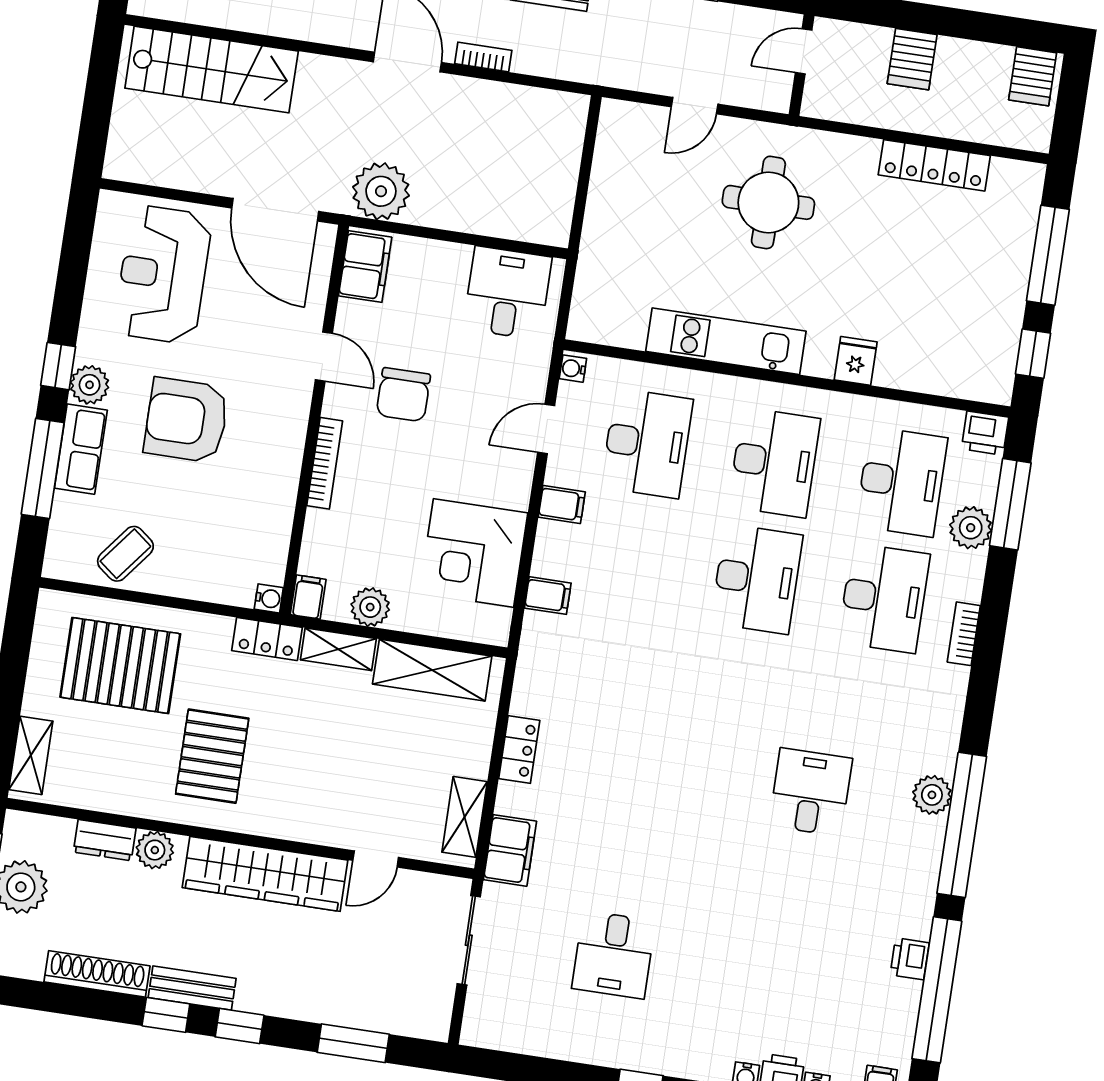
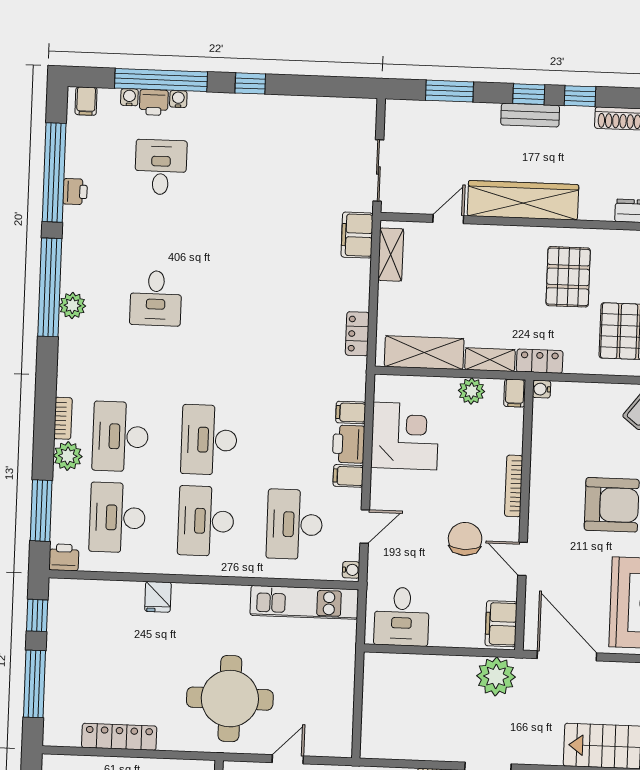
round table: (768, 202) -> (230, 699), width x1.36, depth x1.36
kitchen unit: (726, 341) -> (304, 602), moved
plant: (971, 528) -> (68, 456), moved
printer: (556, 550) -> (349, 444), added
locker: (519, 750) -> (357, 334), moved
plant: (155, 850) -> (600, 208), removed
desk: (614, 955) -> (161, 167), moved
bench: (192, 988) -> (530, 115), moved

